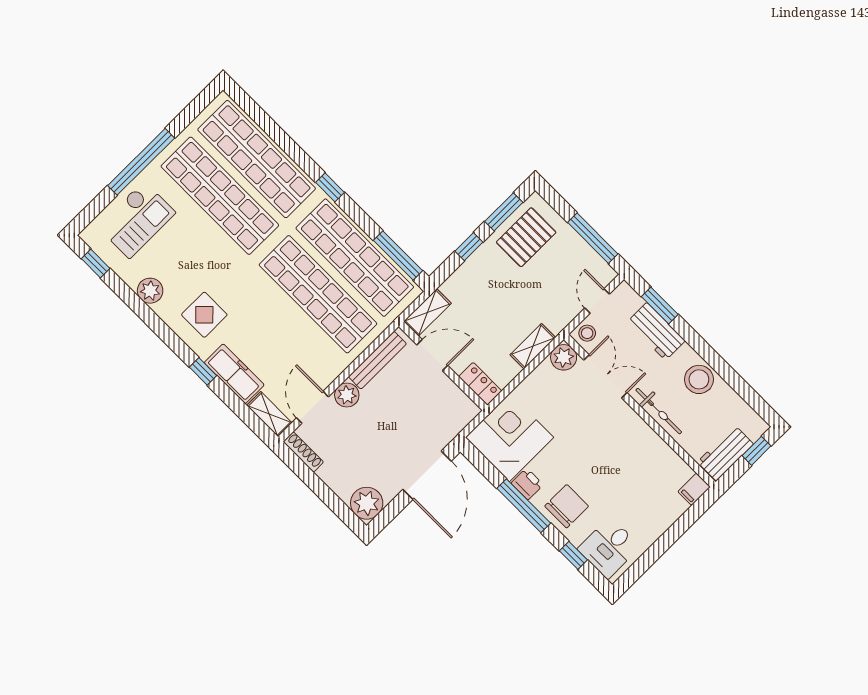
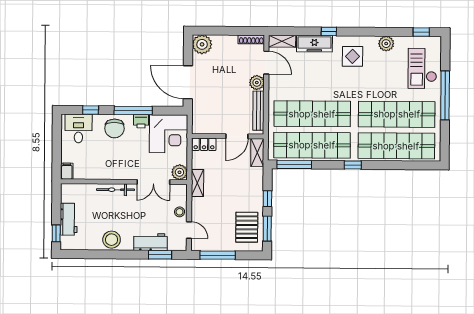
plant: (564, 357) -> (179, 172), moved
double door: (605, 376) -> (153, 182), moved
wall: (640, 411) -> (124, 182), moved
bicycle: (659, 411) -> (115, 190), moved
filing cabinet: (694, 489) -> (67, 171), moved

